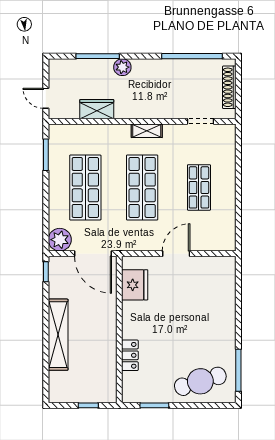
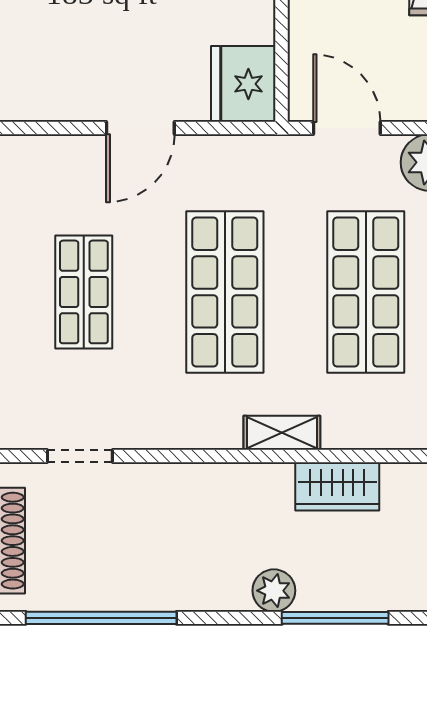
shelving: (147, 131) -> (282, 433), moved
door: (93, 254) -> (347, 128), width x0.73
fridge: (135, 285) -> (243, 84), moved

